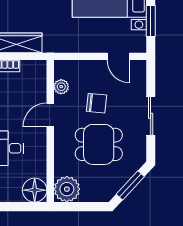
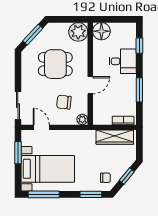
plant: (61, 87) -> (82, 119), moved
chair: (96, 103) -> (64, 102), moved
sliding door: (151, 116) -> (18, 106), moved

